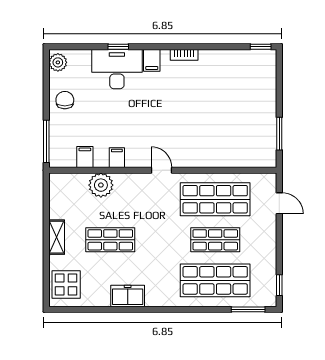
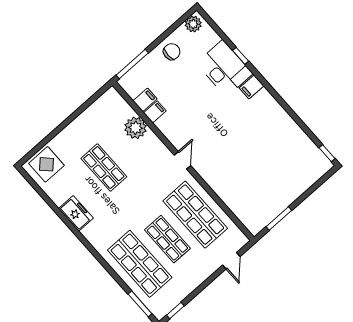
bookcase: (184, 55) -> (275, 106), removed
filing cabinet: (117, 158) -> (155, 112), moved
shelving: (57, 237) -> (73, 129), removed

